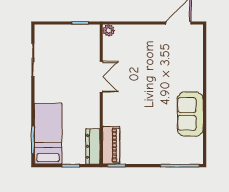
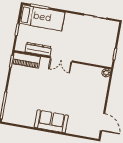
double door: (101, 77) -> (61, 59), moved
sofa: (190, 114) -> (51, 121), moved
dresser: (93, 146) -> (38, 49), moved

